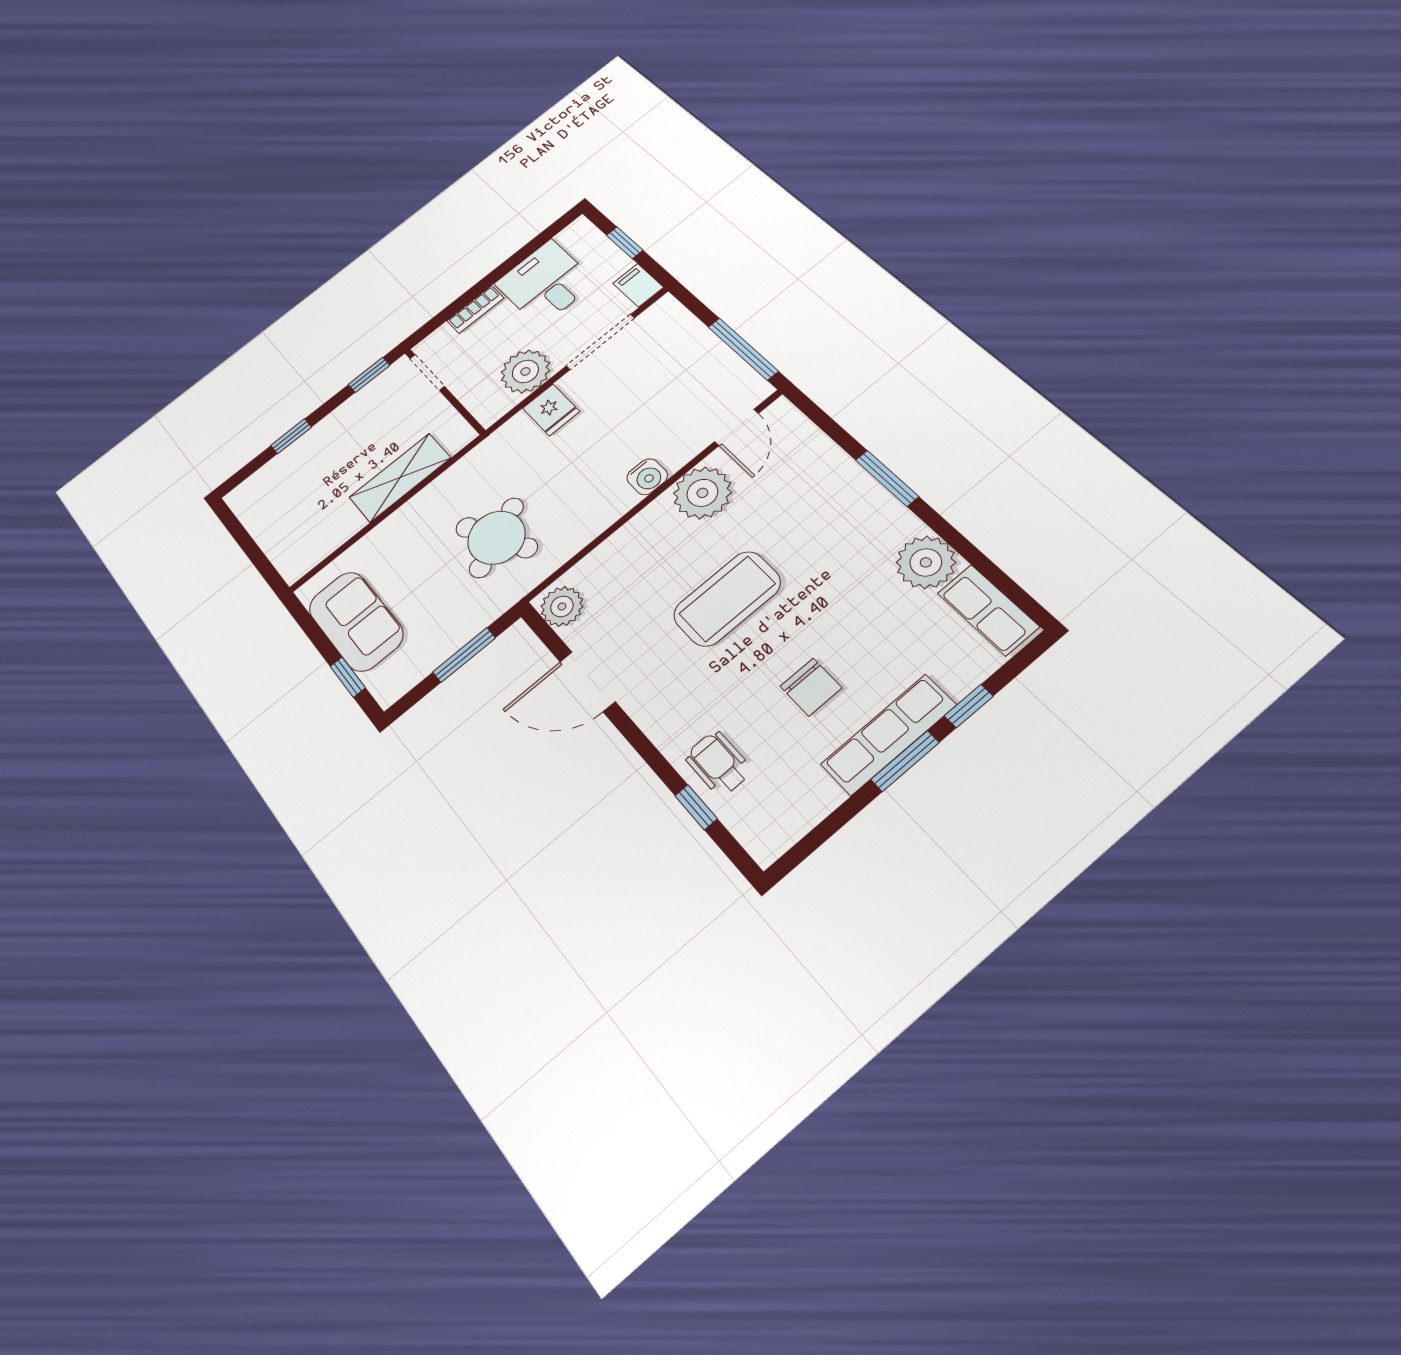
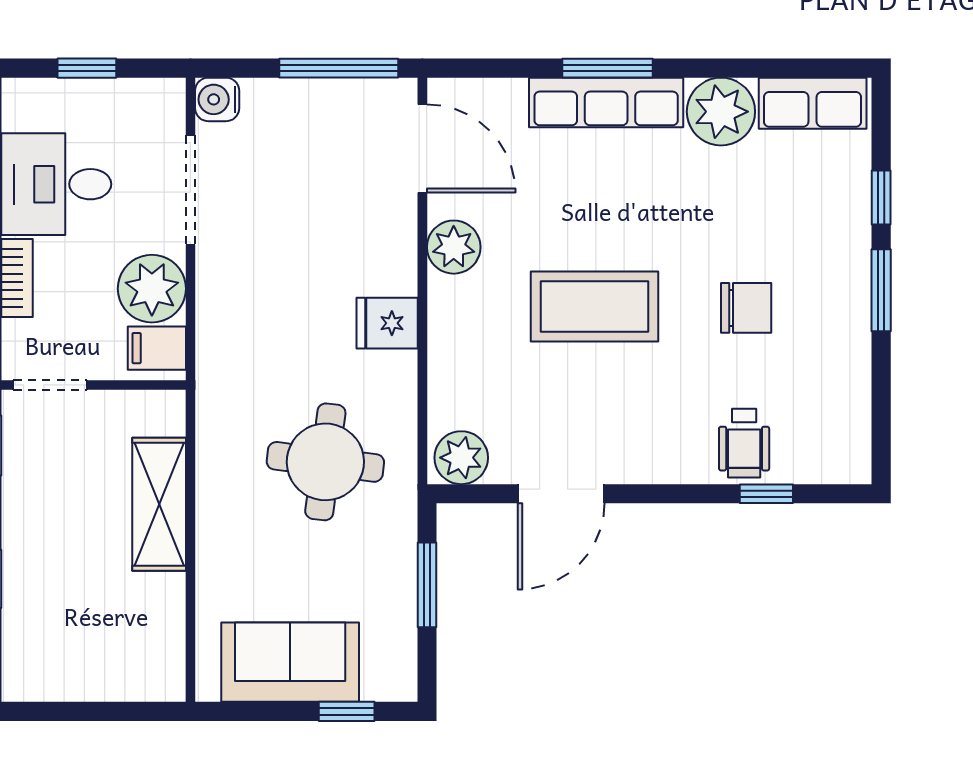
filing cabinet: (638, 285) -> (157, 348), moved
fridge: (551, 410) -> (387, 323), moved, turned 180
door: (736, 427) -> (422, 149), width x1.38
water cooler: (647, 477) -> (217, 99), moved, turned 180
plant: (702, 493) -> (454, 247), width x0.73, depth x0.73
round table: (496, 538) -> (325, 462), turned 33
coffee table: (727, 599) -> (594, 306), turned 90
row of seats: (889, 734) -> (606, 102), moved, turned -90
wheelchair: (718, 763) -> (744, 443), turned -90

